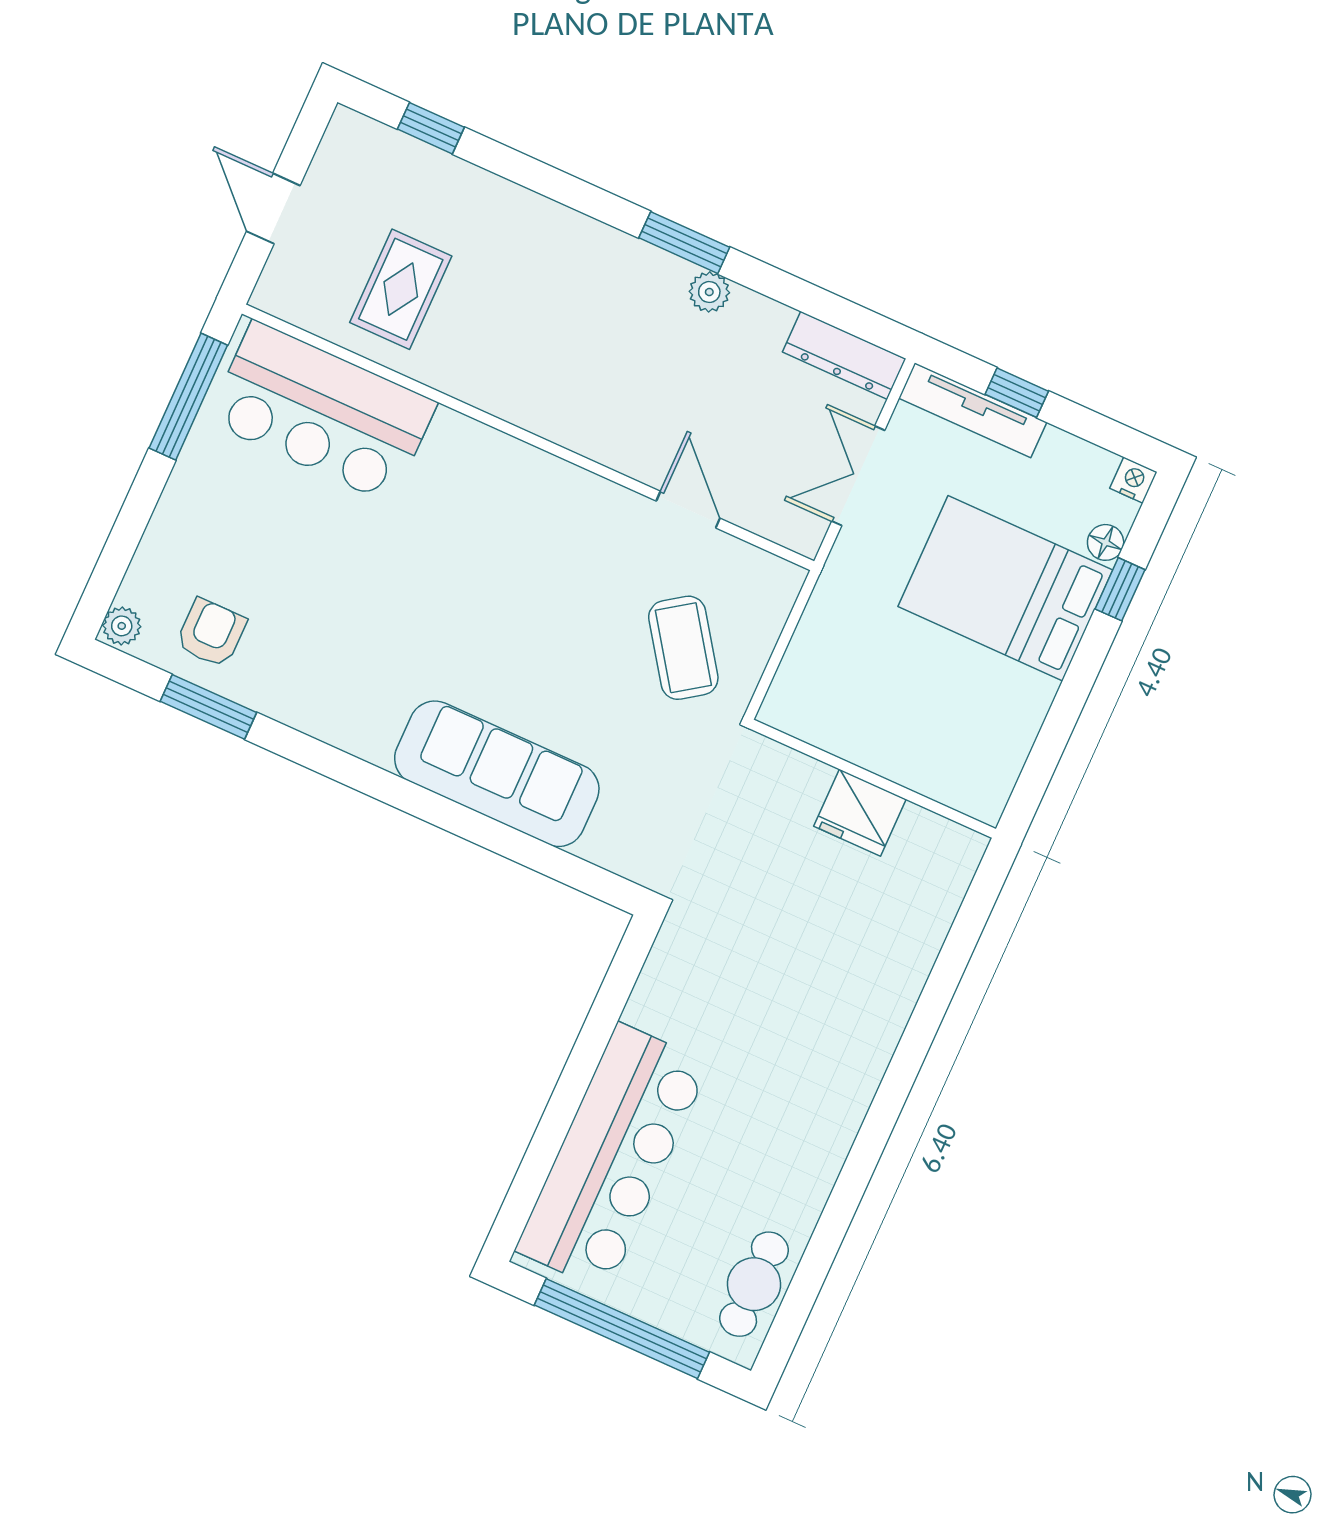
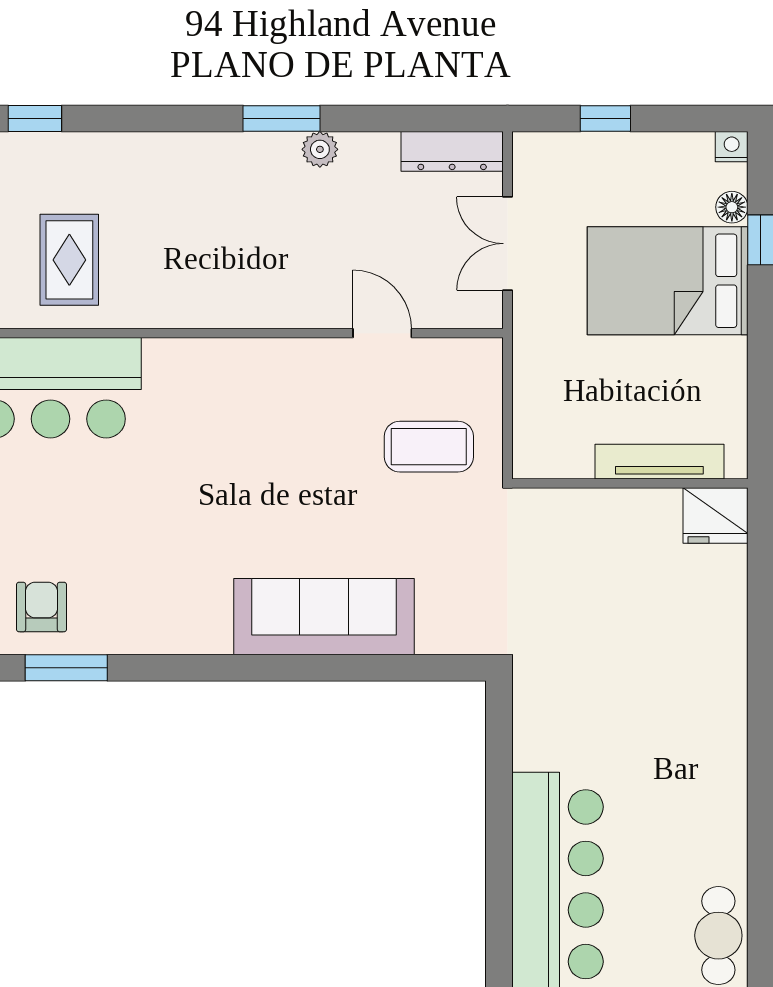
tv unit: (973, 410) -> (659, 462), moved, turned 180
coffee table: (683, 648) -> (429, 447), turned -55
fridge: (860, 813) -> (715, 515), moved

